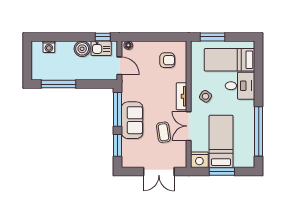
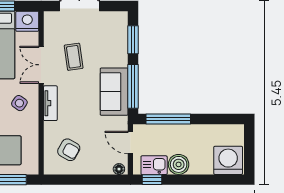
washing machine: (49, 47) -> (228, 160), width x1.89, depth x1.89
armchair: (167, 60) -> (69, 150), turned -150
window: (59, 84) -> (168, 119), moved
sofa: (132, 120) -> (114, 92), moved
double door: (189, 126) -> (41, 65), swing flipped

